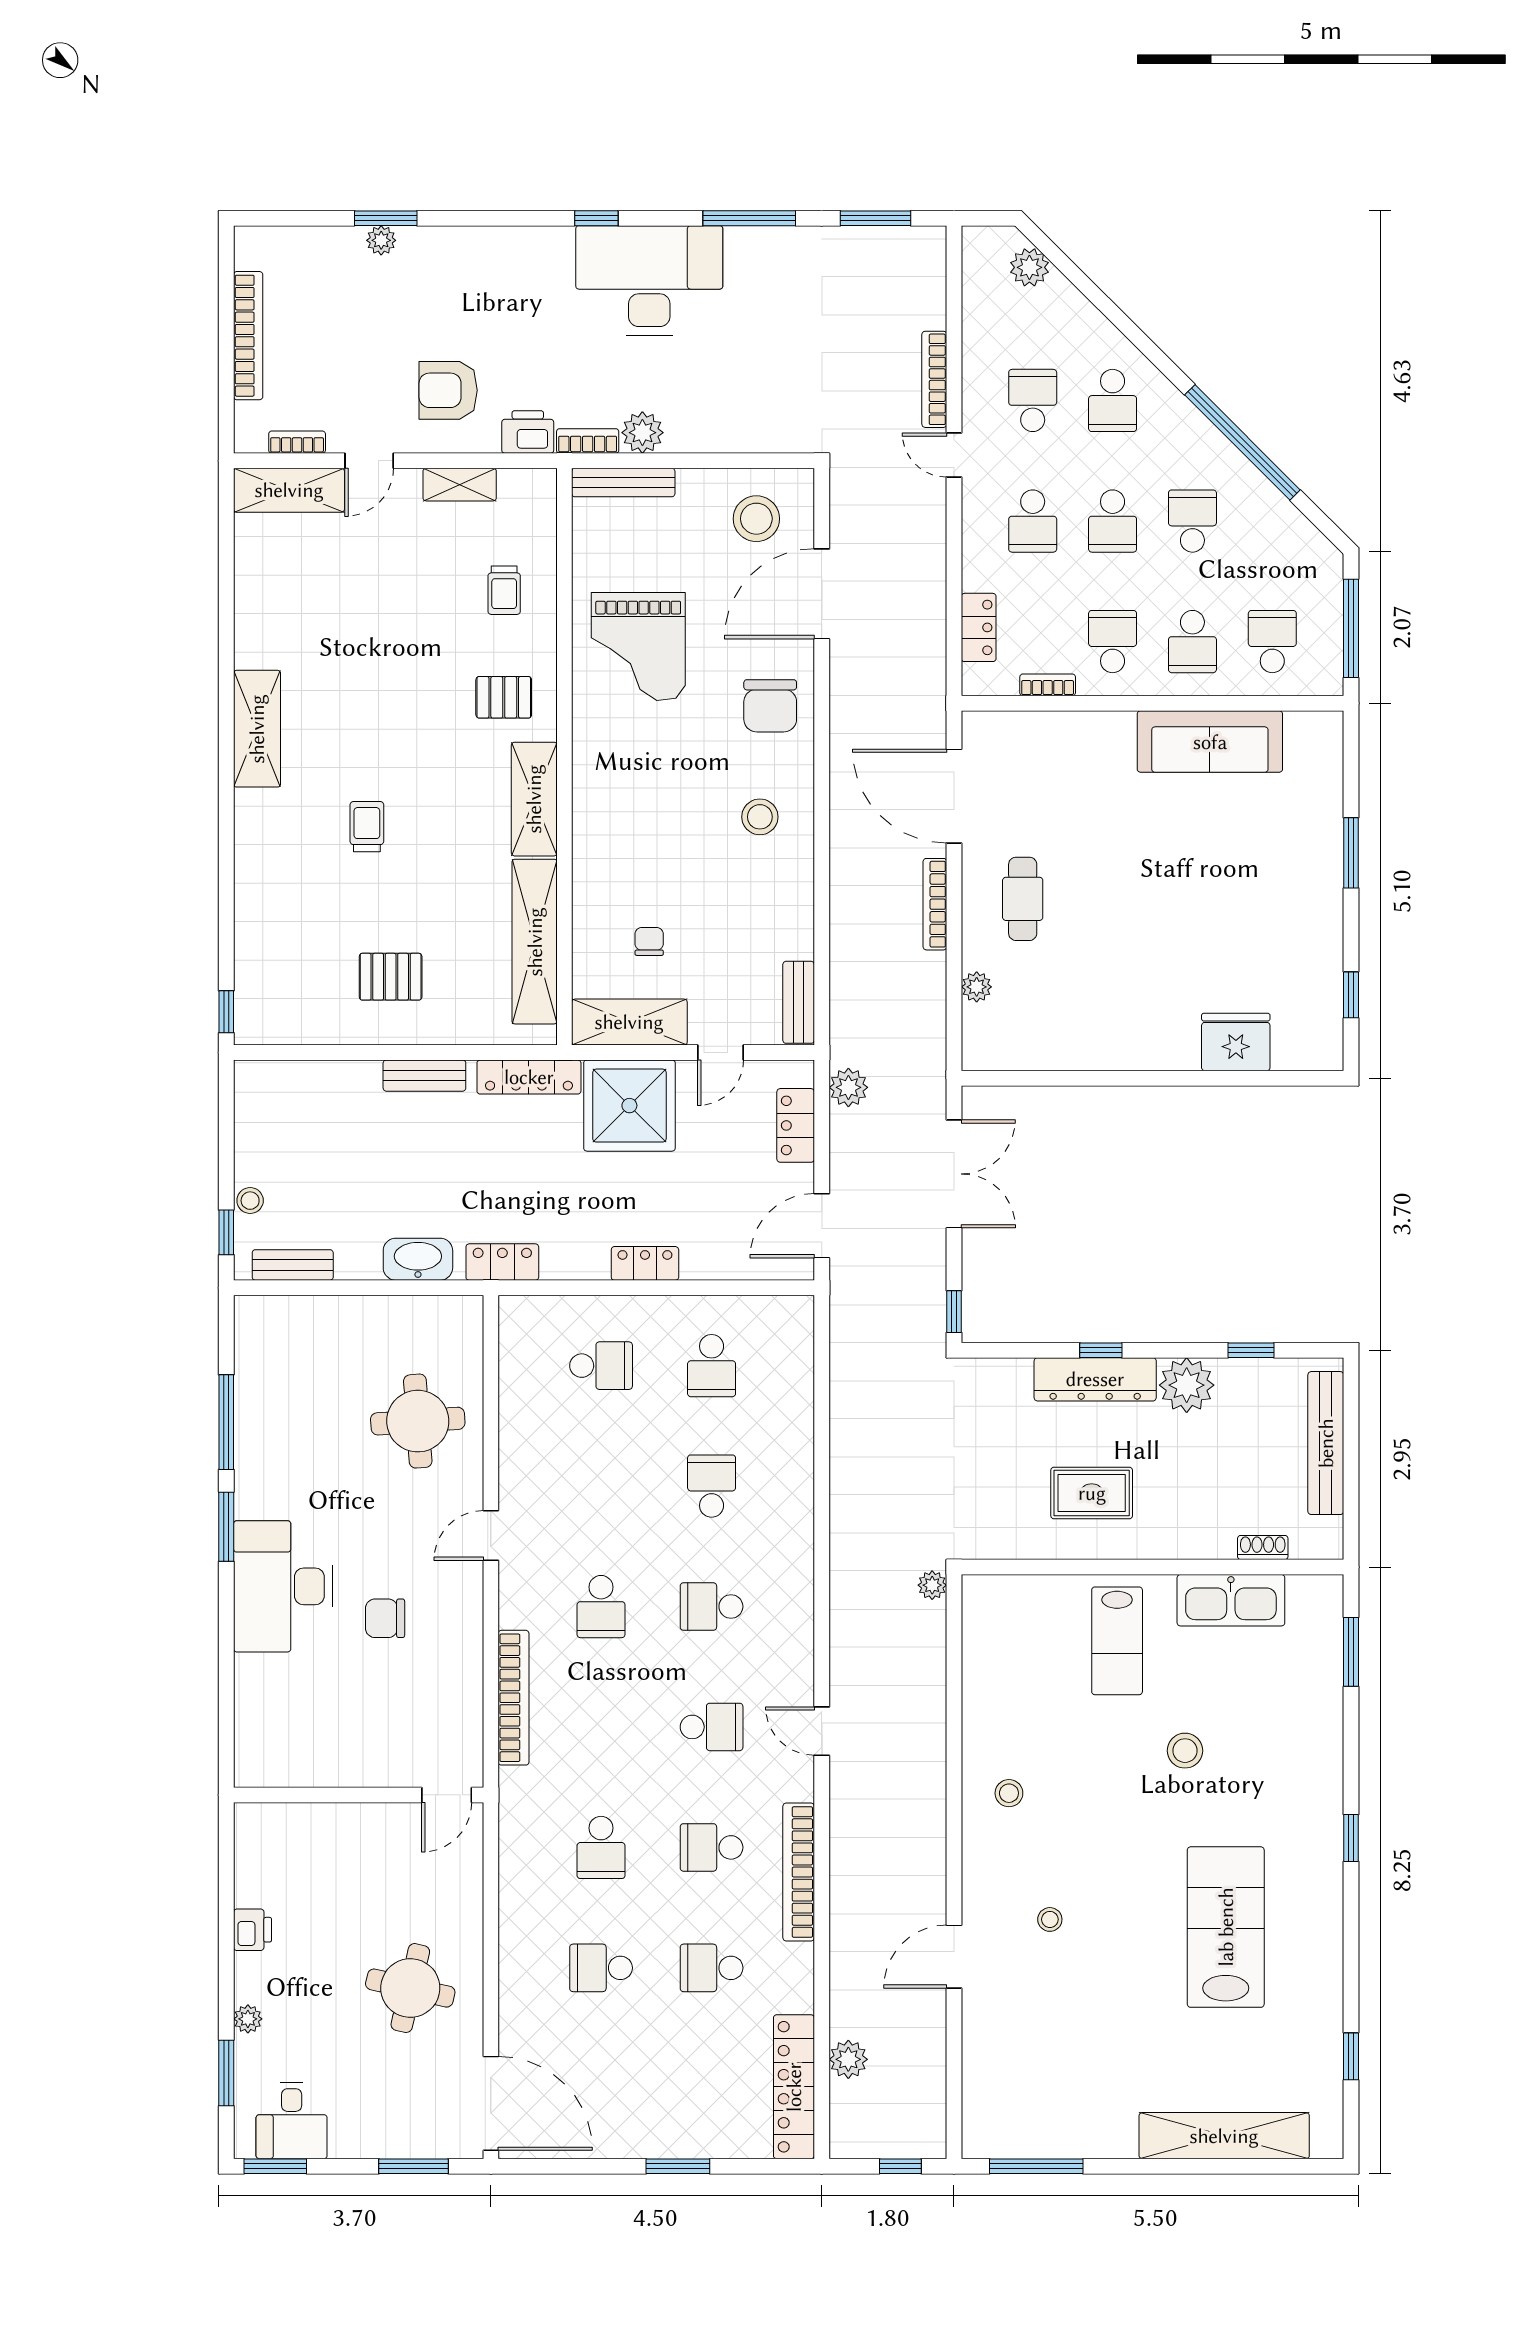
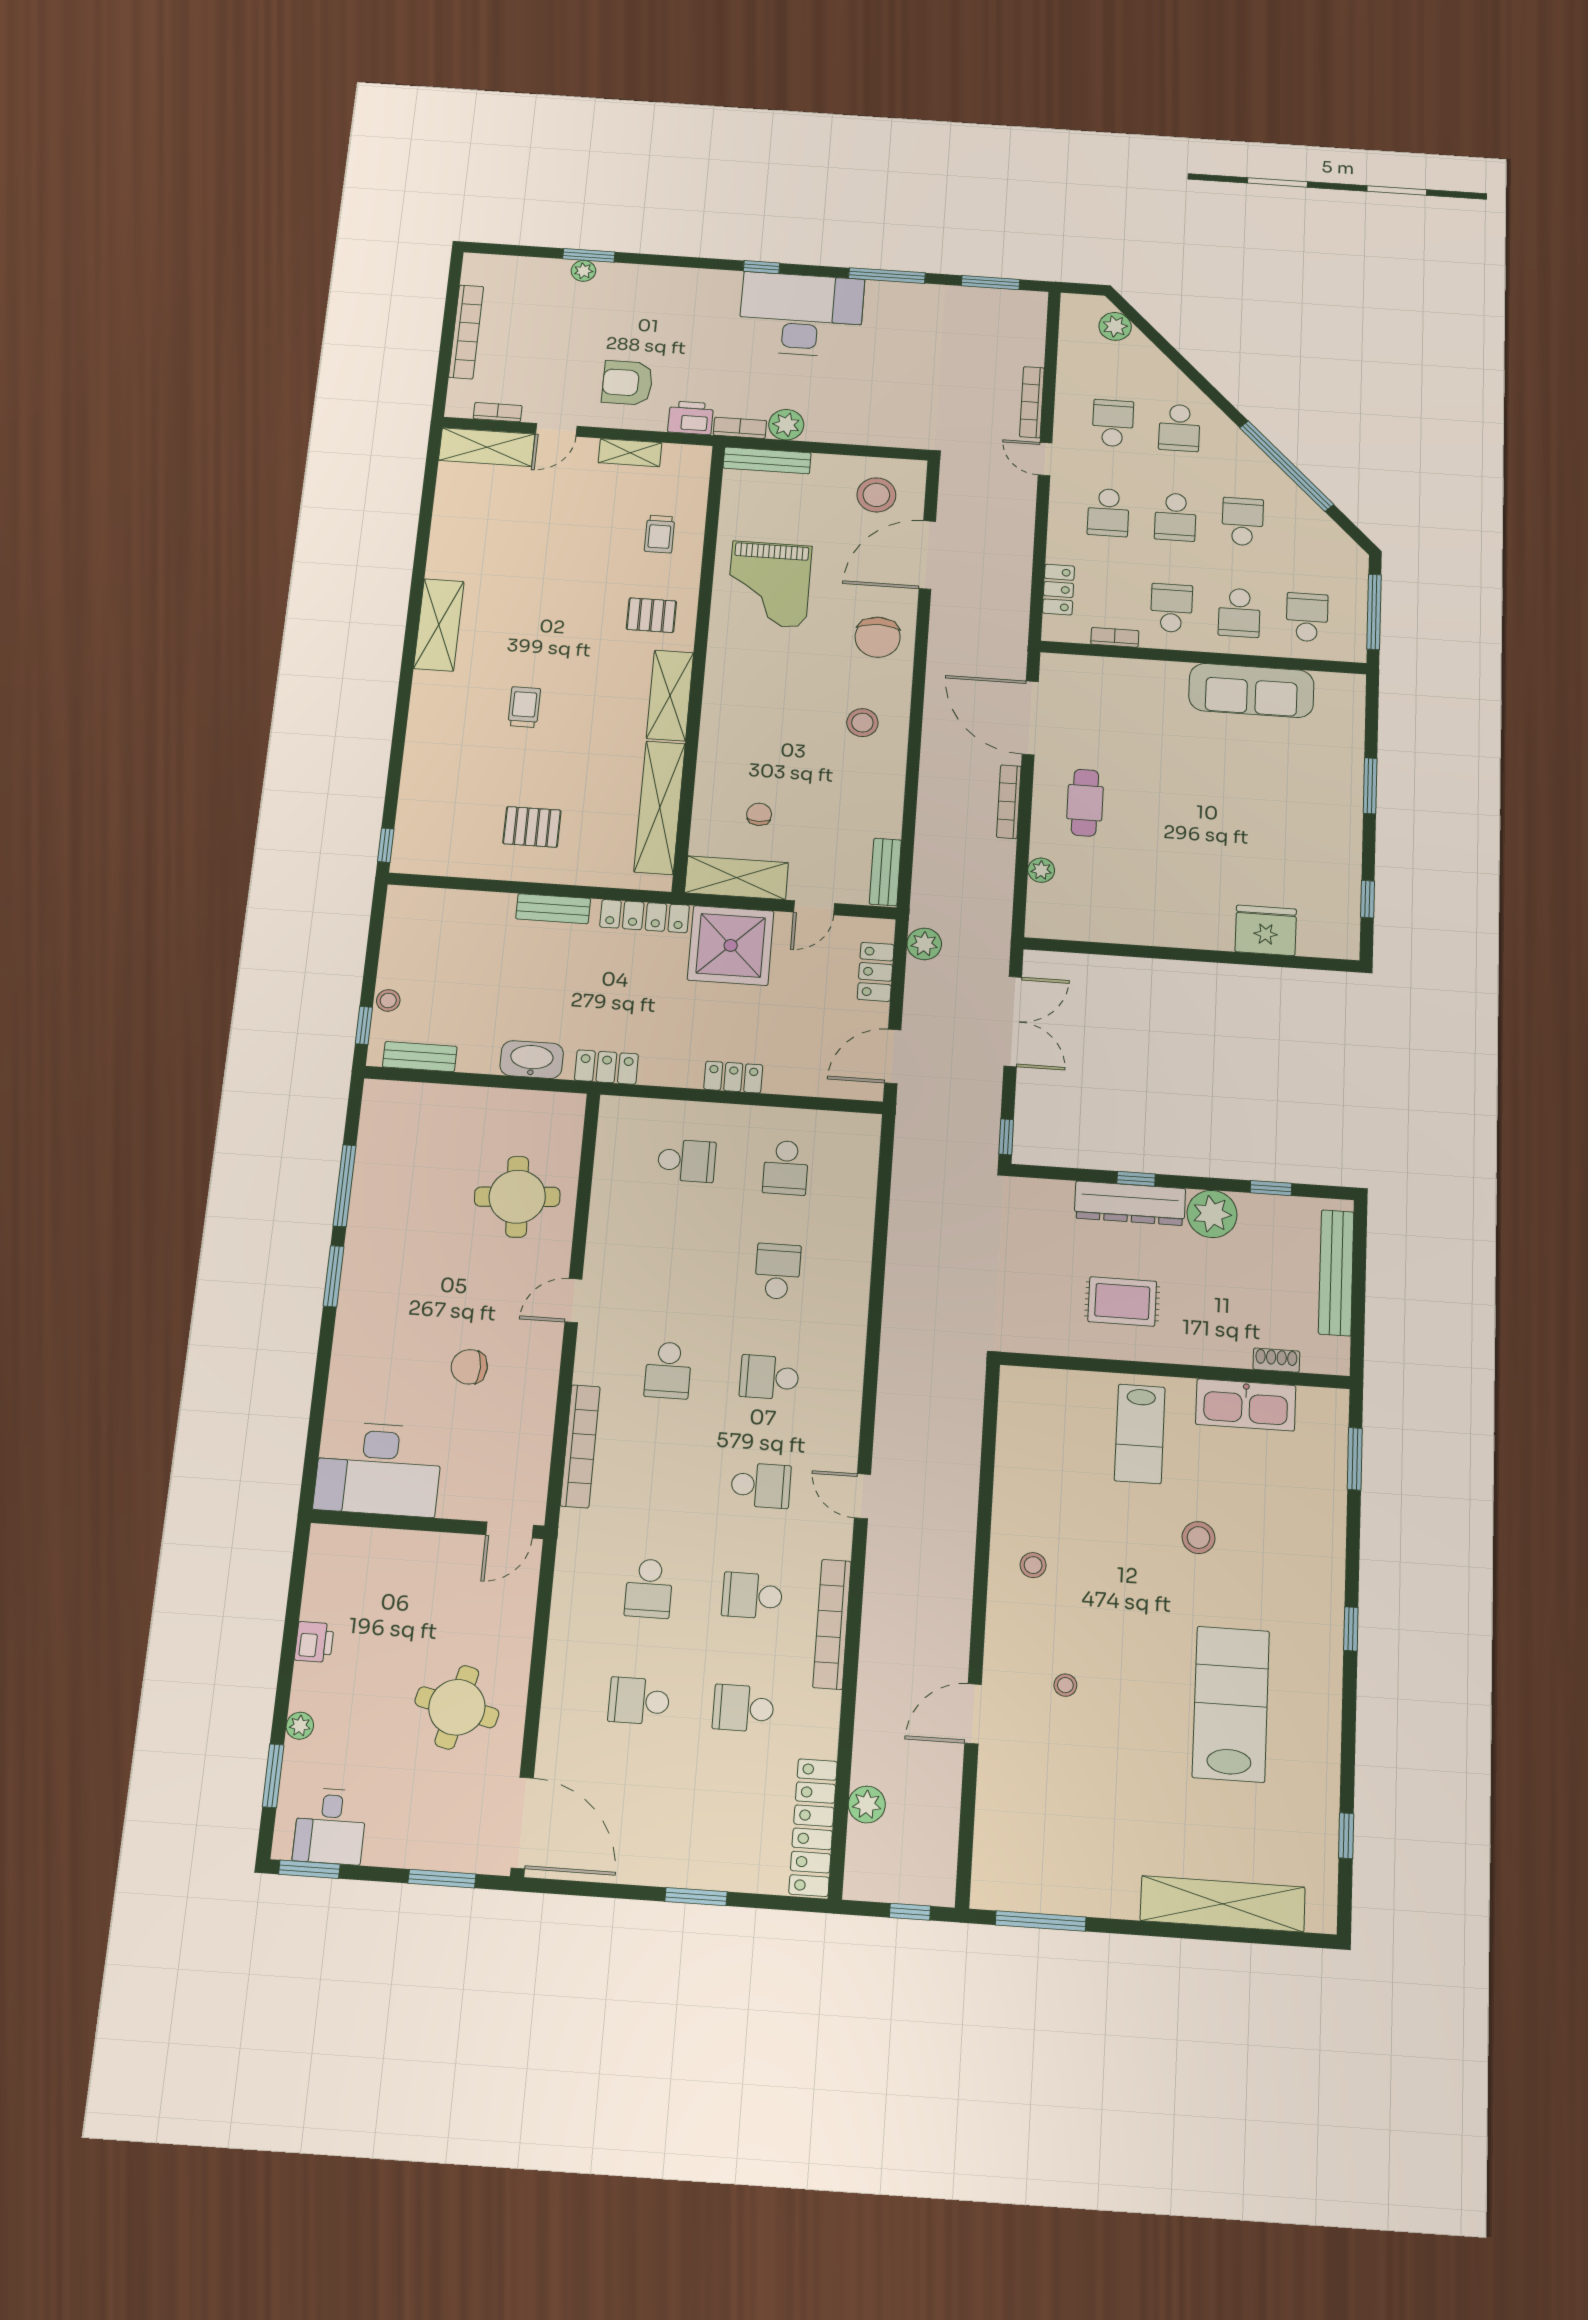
plant: (932, 1585) -> (973, 1372), removed
desk: (283, 1586) -> (378, 1469), moved, turned -90

